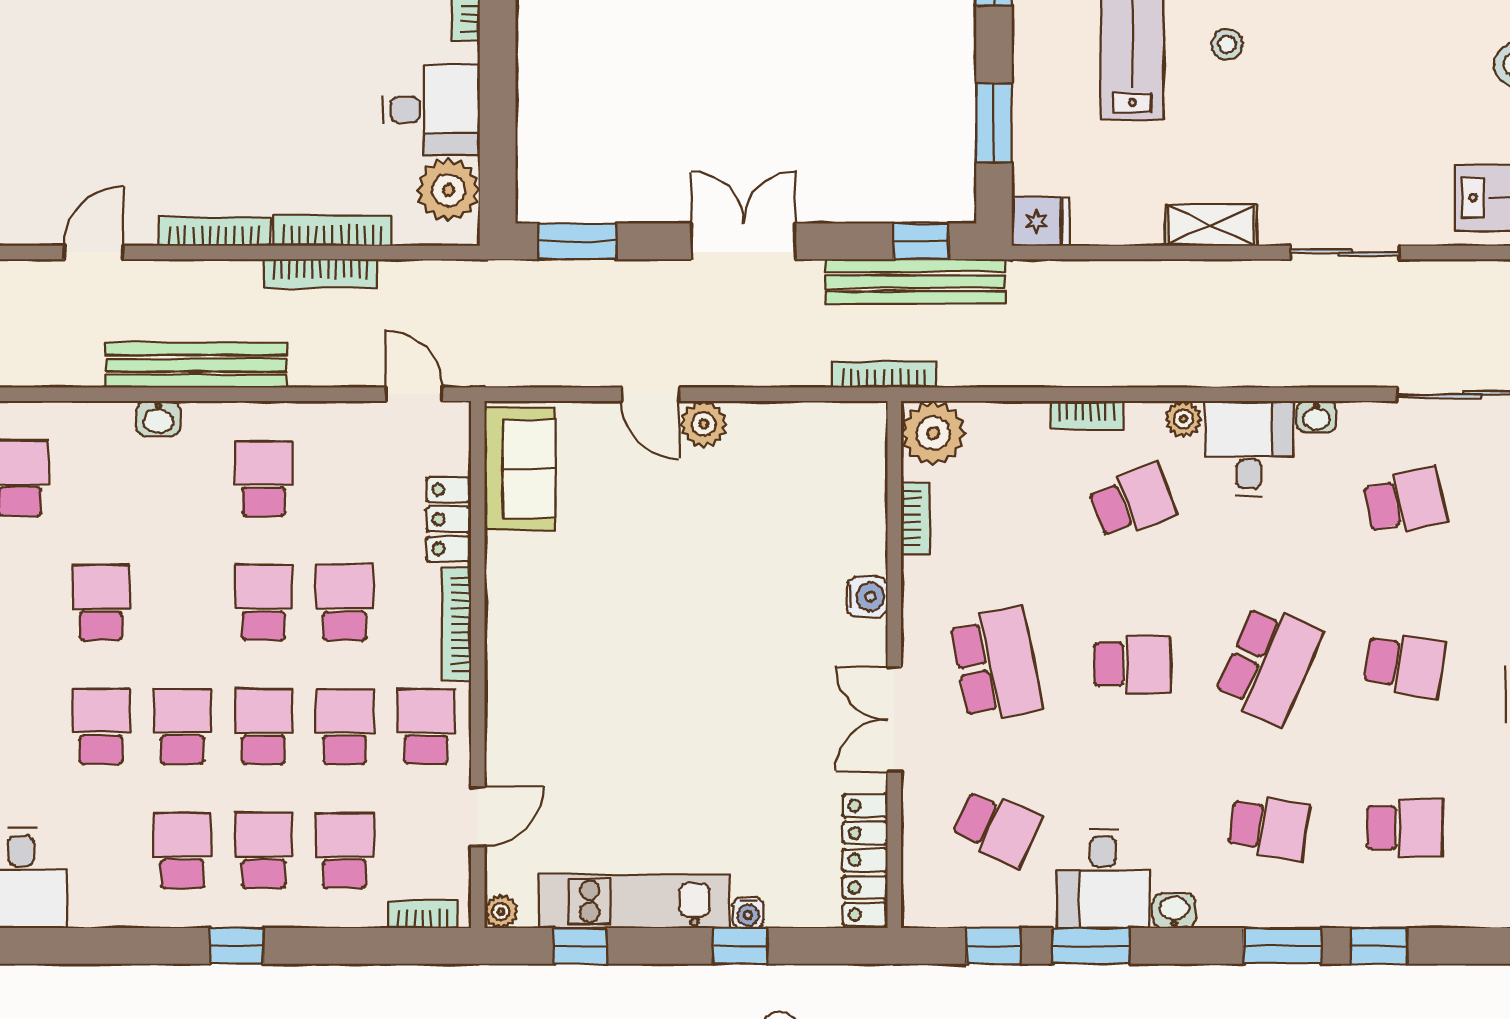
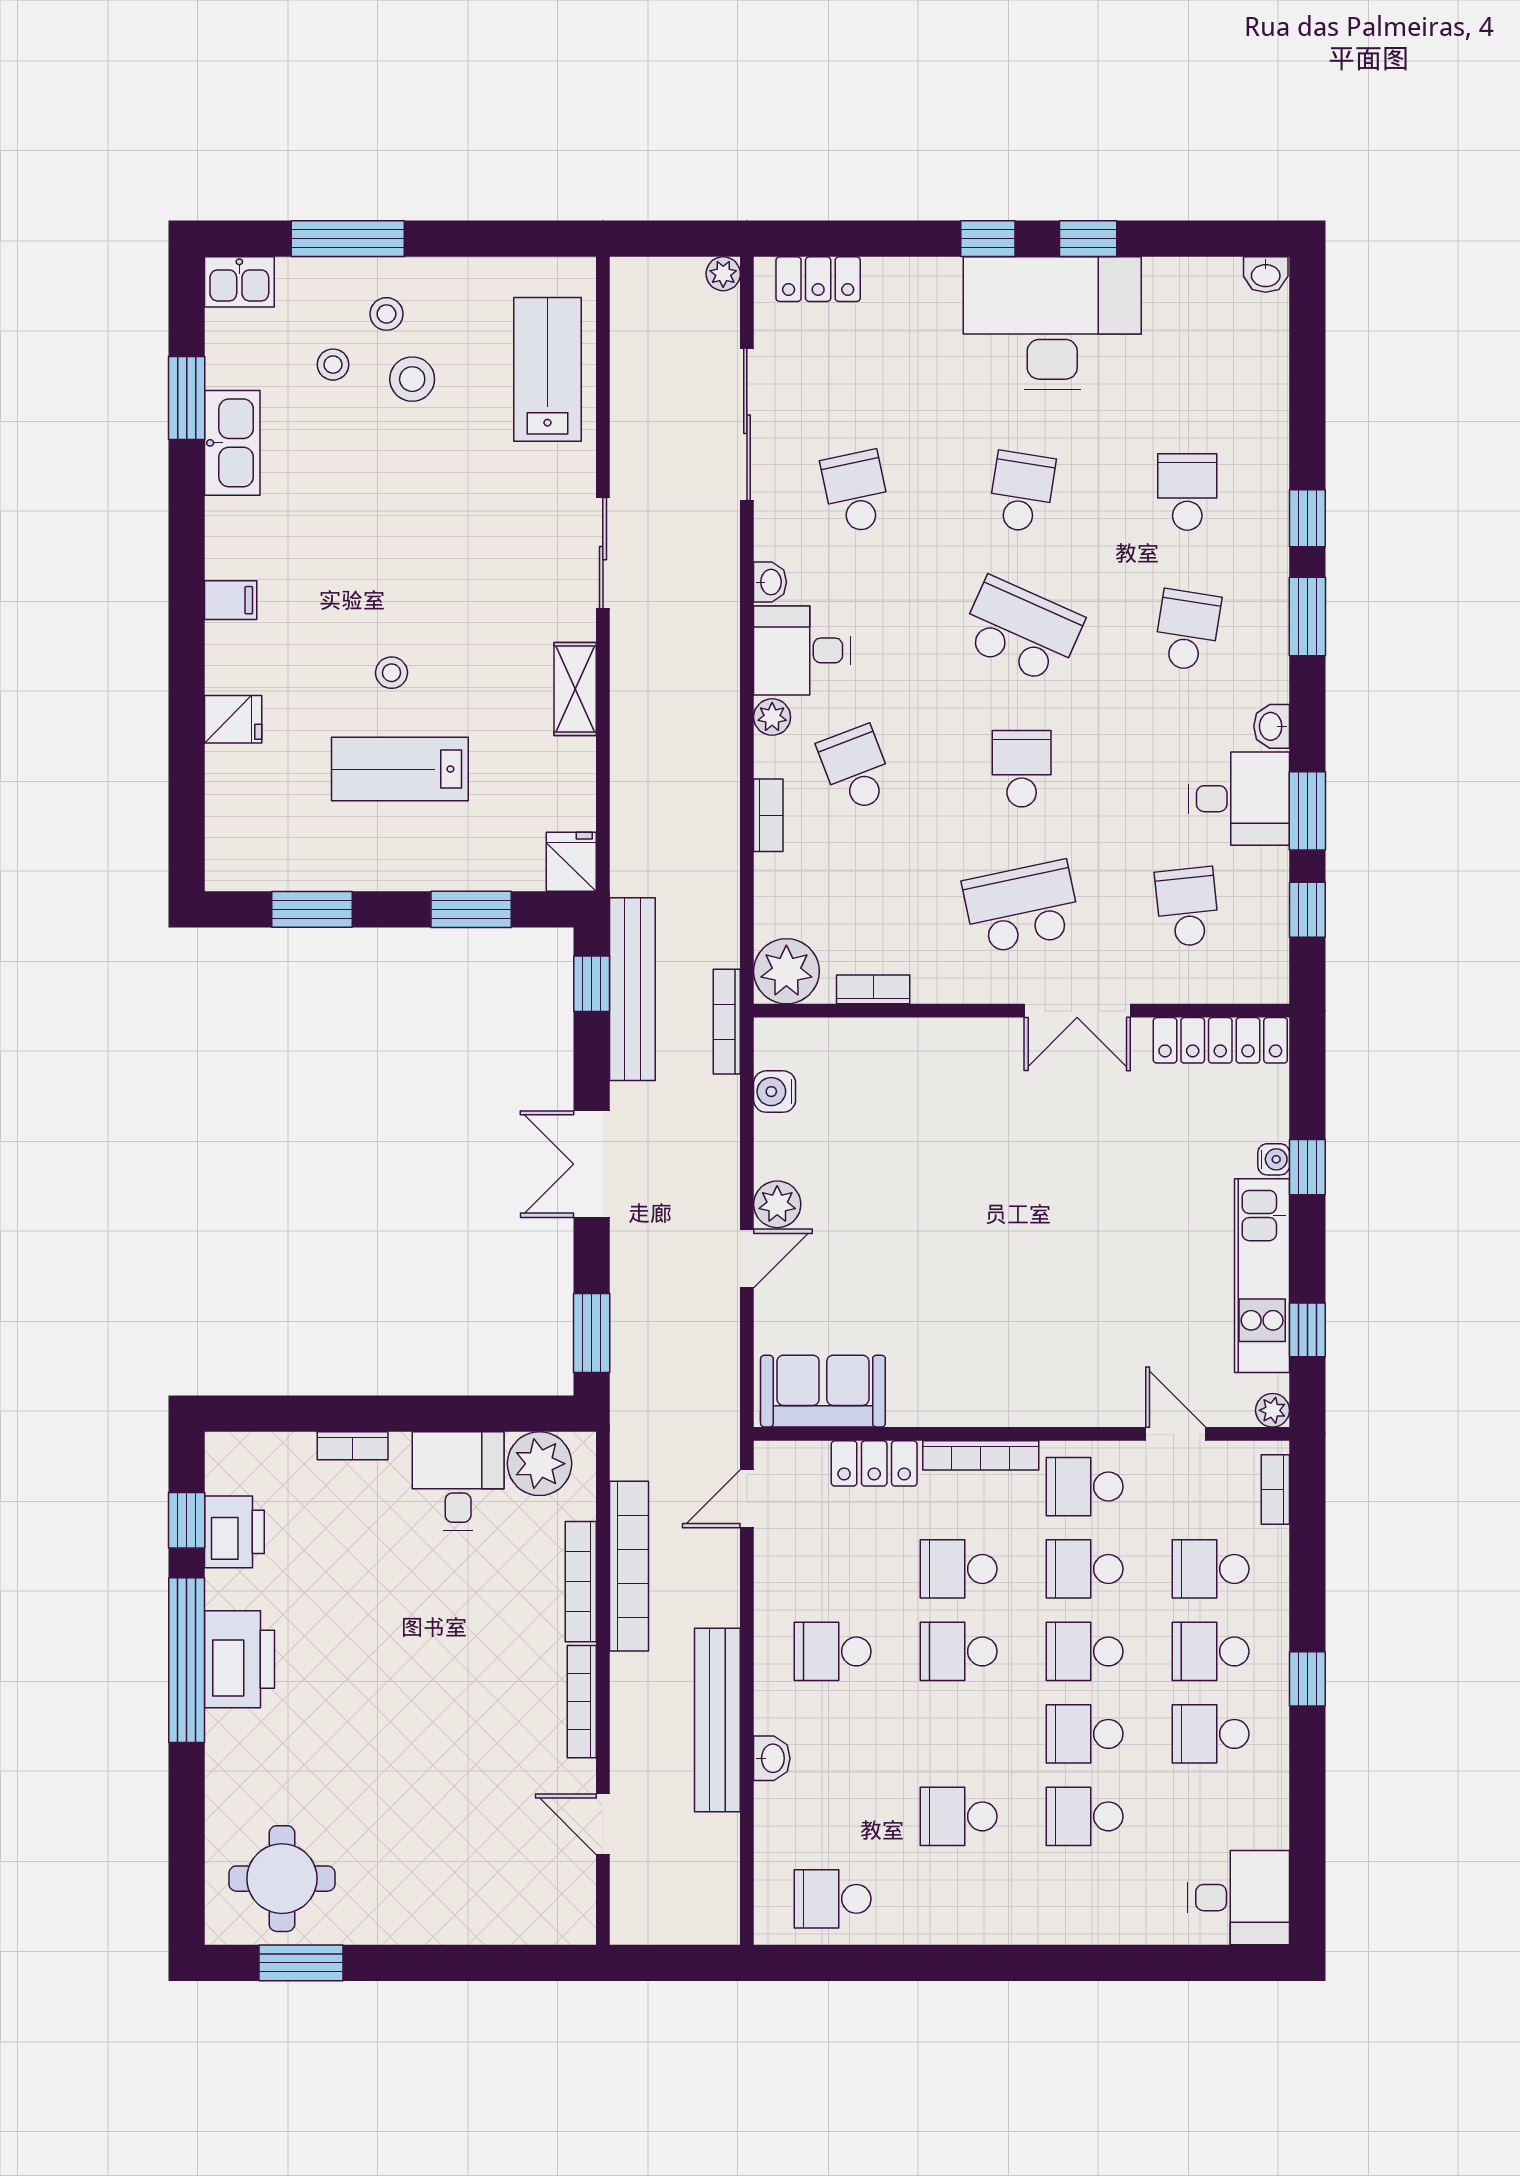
bookcase: (320, 274) -> (629, 1566), width x1.48, depth x1.31
water cooler: (867, 597) -> (775, 1092), moved, turned -90
school desk: (996, 828) -> (1187, 907), turned -30

